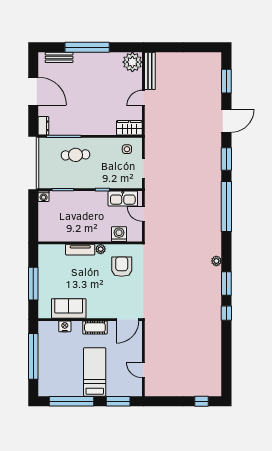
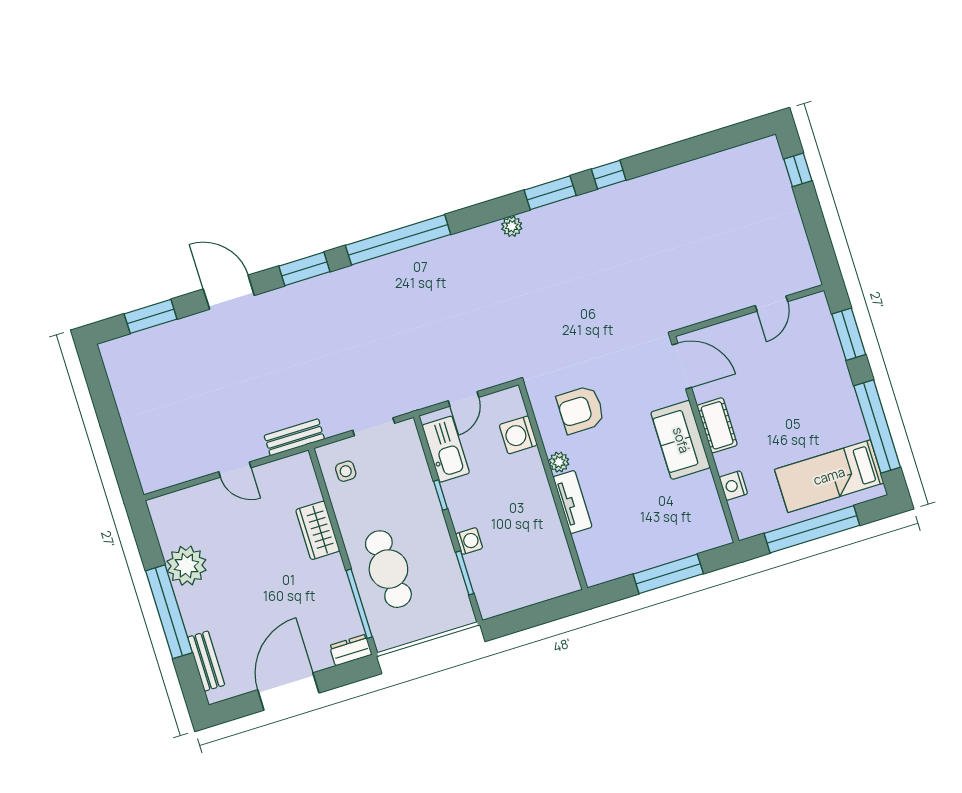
plant: (132, 62) -> (186, 566), moved
bench: (150, 71) -> (294, 437), moved, width x0.73
wardrobe: (129, 128) -> (318, 530), moved
cafe table: (76, 155) -> (388, 569), width x1.37, depth x1.35
washing machine: (44, 196) -> (469, 541), moved
sofa: (69, 308) -> (681, 440), moved
bed: (95, 372) -> (829, 476), moved

